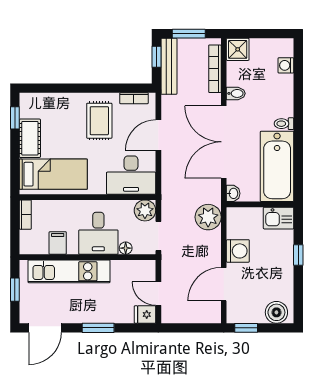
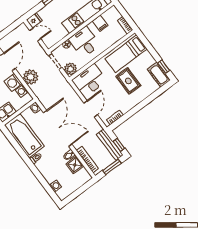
shower: (238, 49) -> (75, 165), moved
rug: (99, 121) -> (128, 81), moved
cot: (30, 138) -> (159, 75), moved
plant: (208, 217) -> (31, 77), moved
washing machine: (234, 230) -> (22, 91), added

